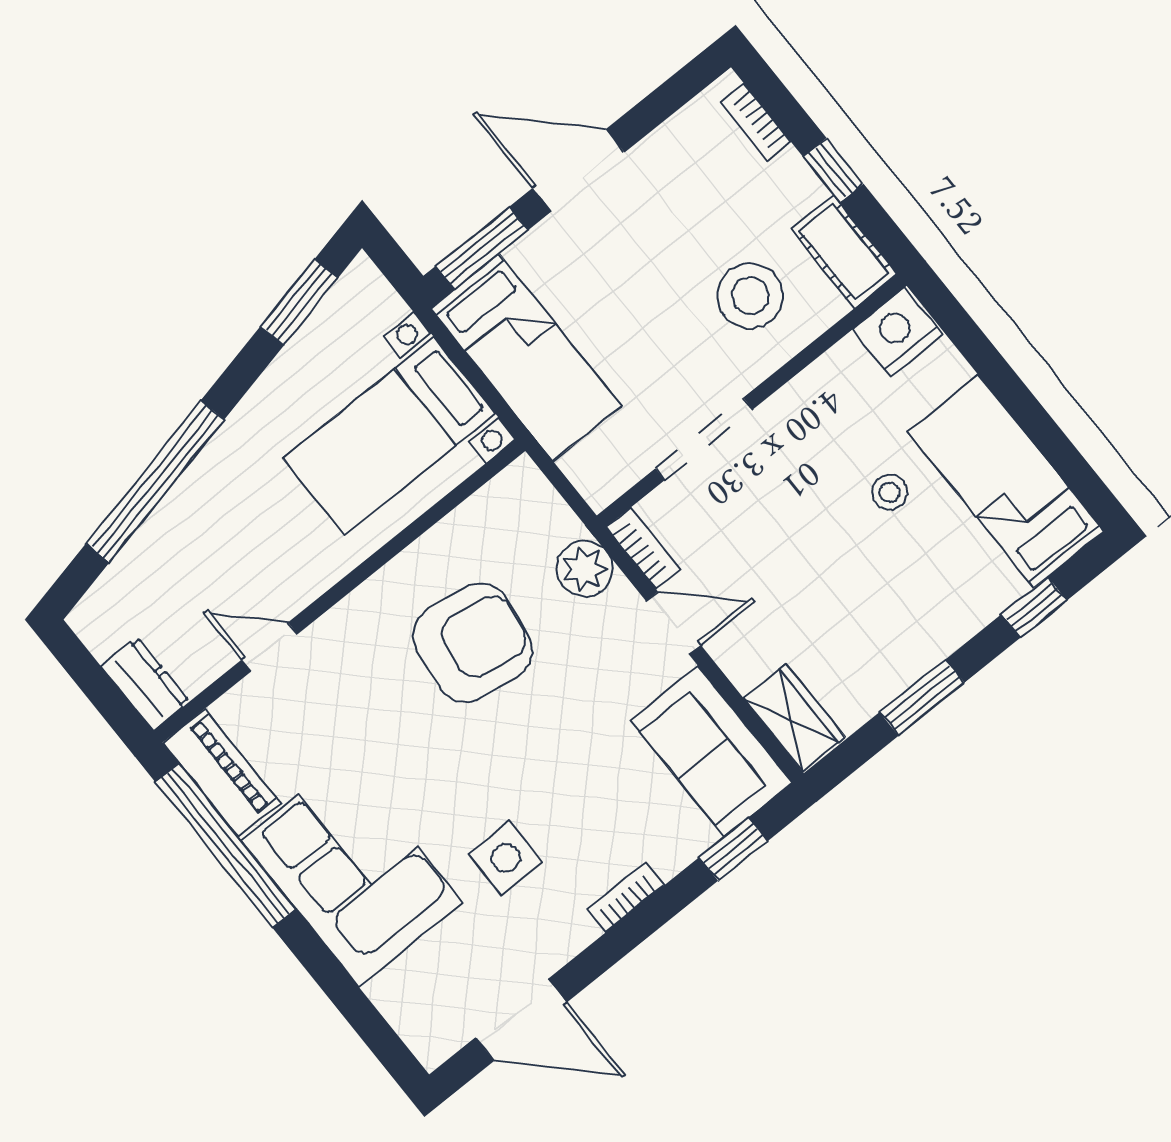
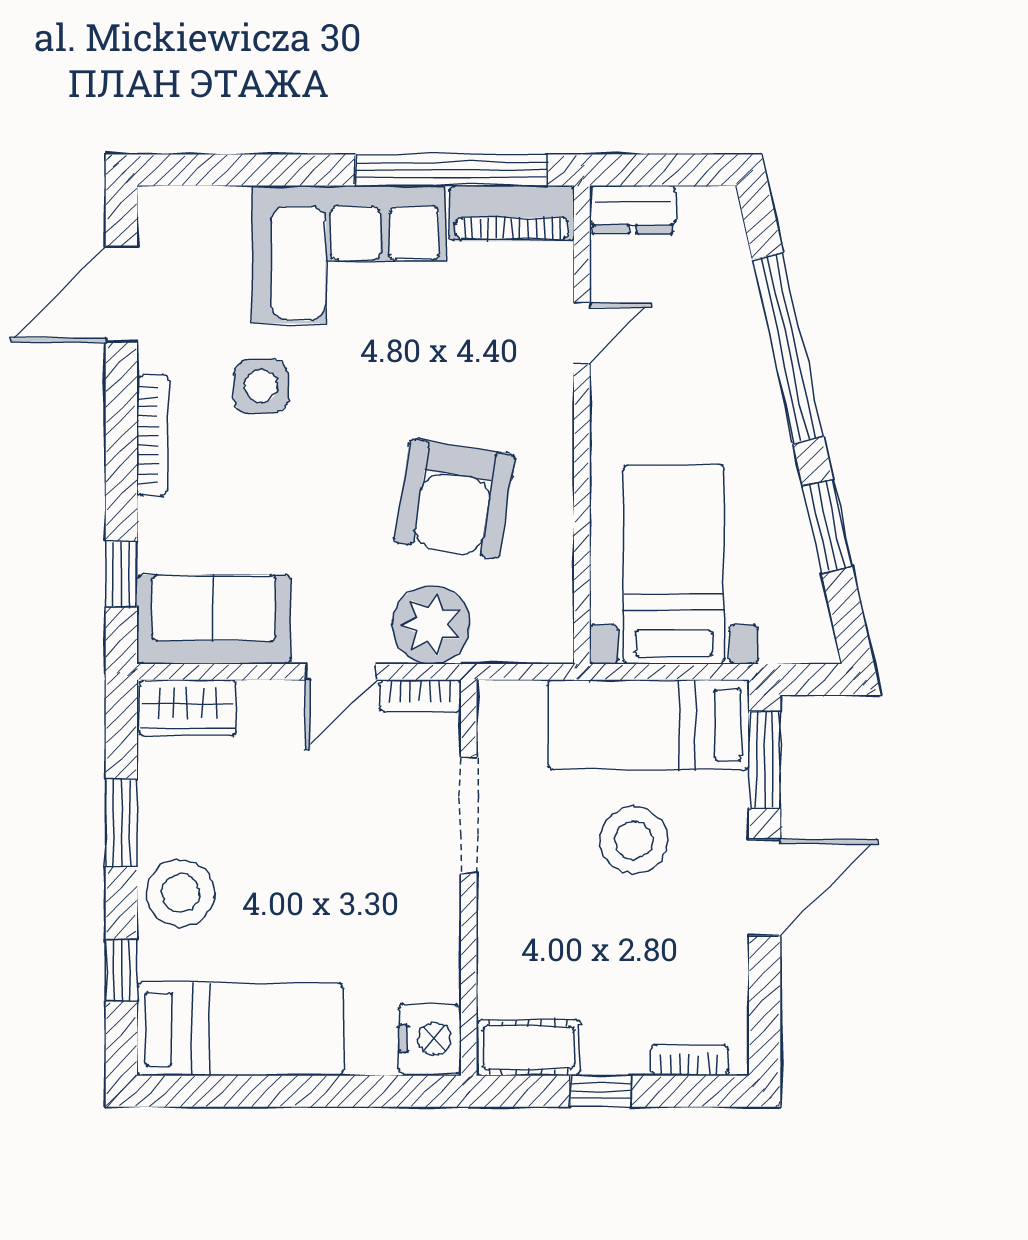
stool: (750, 296) -> (633, 840), moved
window: (299, 302) -> (827, 526), moved
stool: (890, 492) -> (180, 893), moved, width x1.89, depth x1.89
plant: (584, 569) -> (431, 625), width x1.36, depth x1.36
bookcase: (626, 897) -> (152, 435), width x1.56

